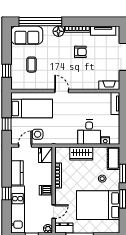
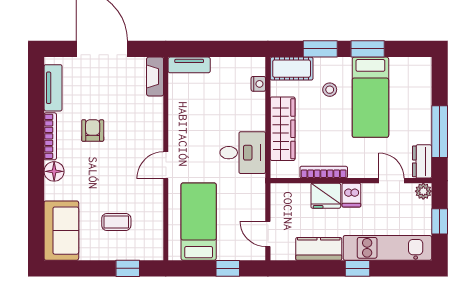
window: (40, 22) -> (36, 205), removed
desk: (89, 132) -> (243, 153), moved
side table: (38, 134) -> (247, 211), removed
wardrobe: (81, 153) -> (283, 129), width x1.50
fridge: (45, 155) -> (326, 196), moved
bed: (98, 205) -> (370, 97), width x0.67

